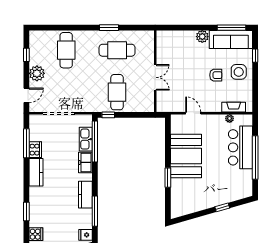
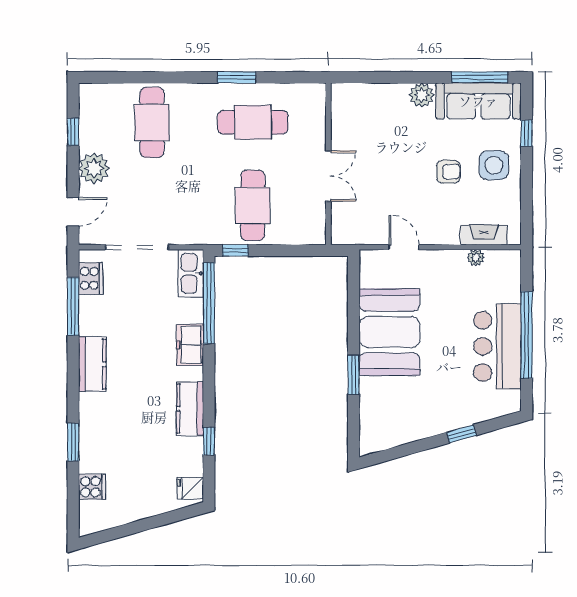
kitchen sink: (86, 139) -> (191, 273), moved
bar counter: (240, 147) -> (497, 346), moved
cooker: (35, 150) -> (91, 278), moved
window: (95, 211) -> (209, 441), width x0.46

